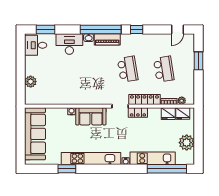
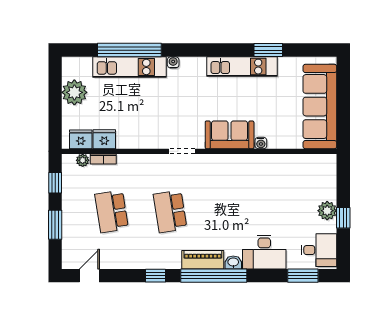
window: (21, 65) -> (343, 218), added
plant: (31, 82) -> (327, 211), moved
window: (199, 87) -> (55, 183), added
locker: (144, 100) -> (143, 162), removed
locker: (138, 113) -> (153, 141), removed
kitchen unit: (91, 159) -> (242, 67), width x0.73
window: (167, 169) -> (129, 50), moved

